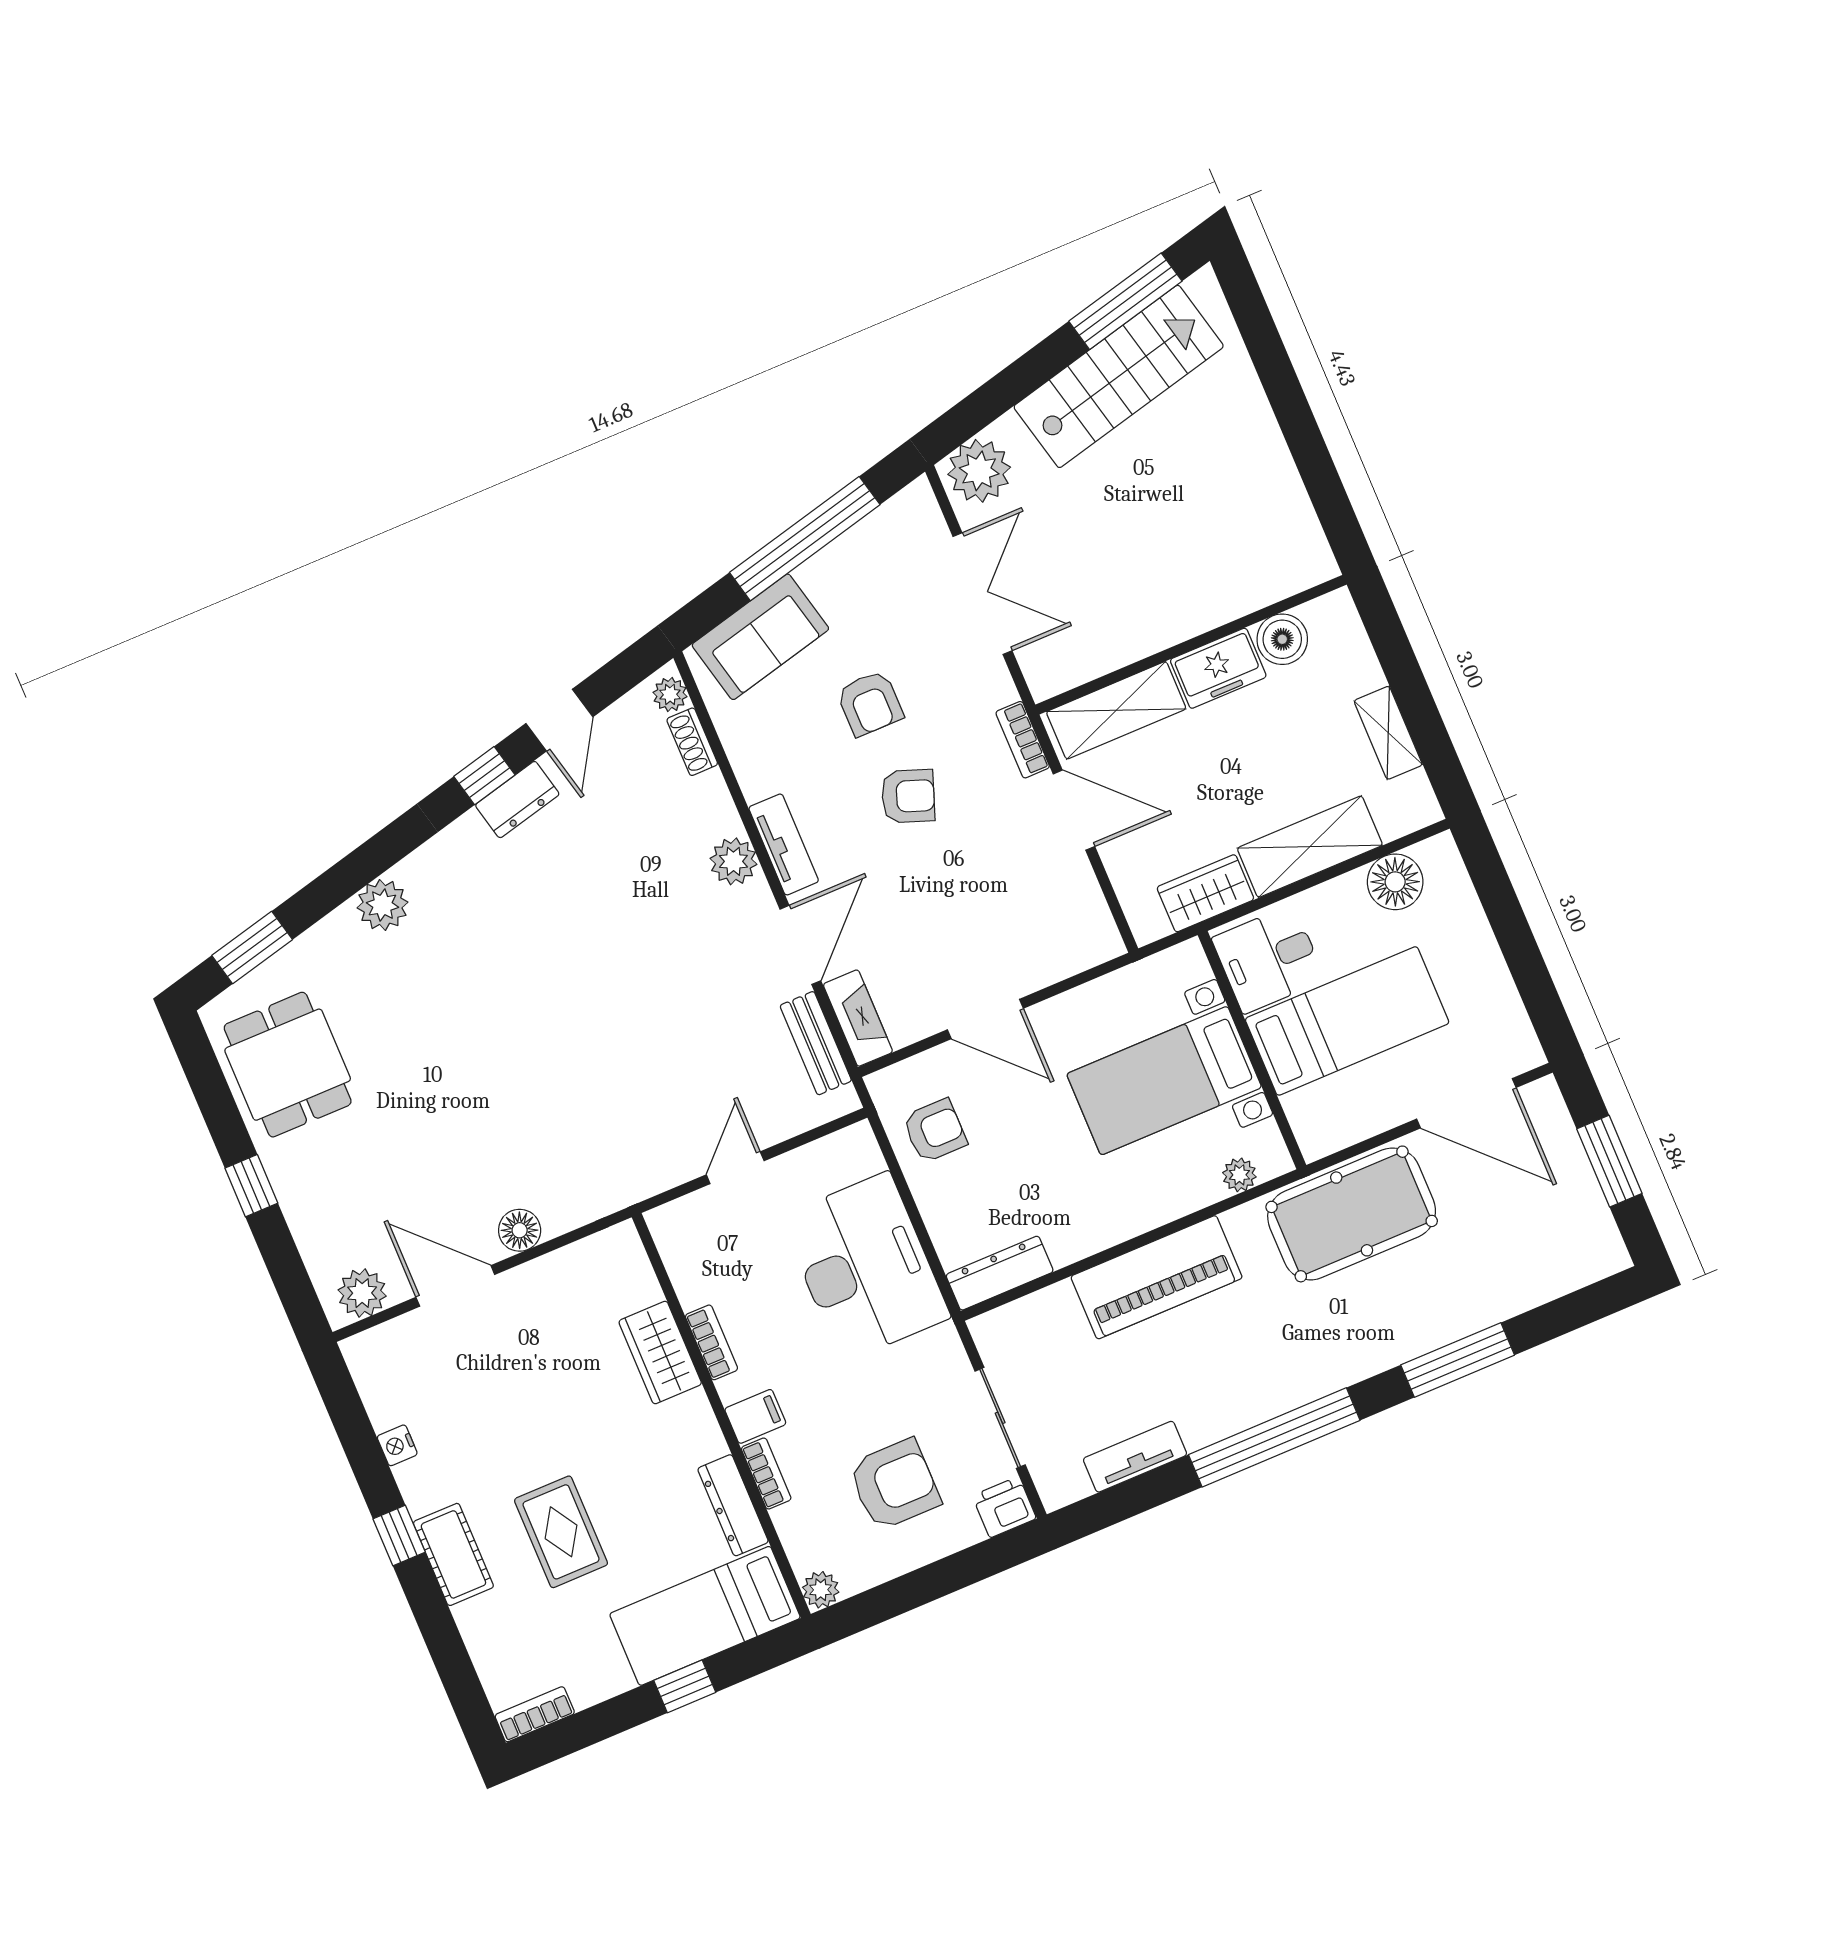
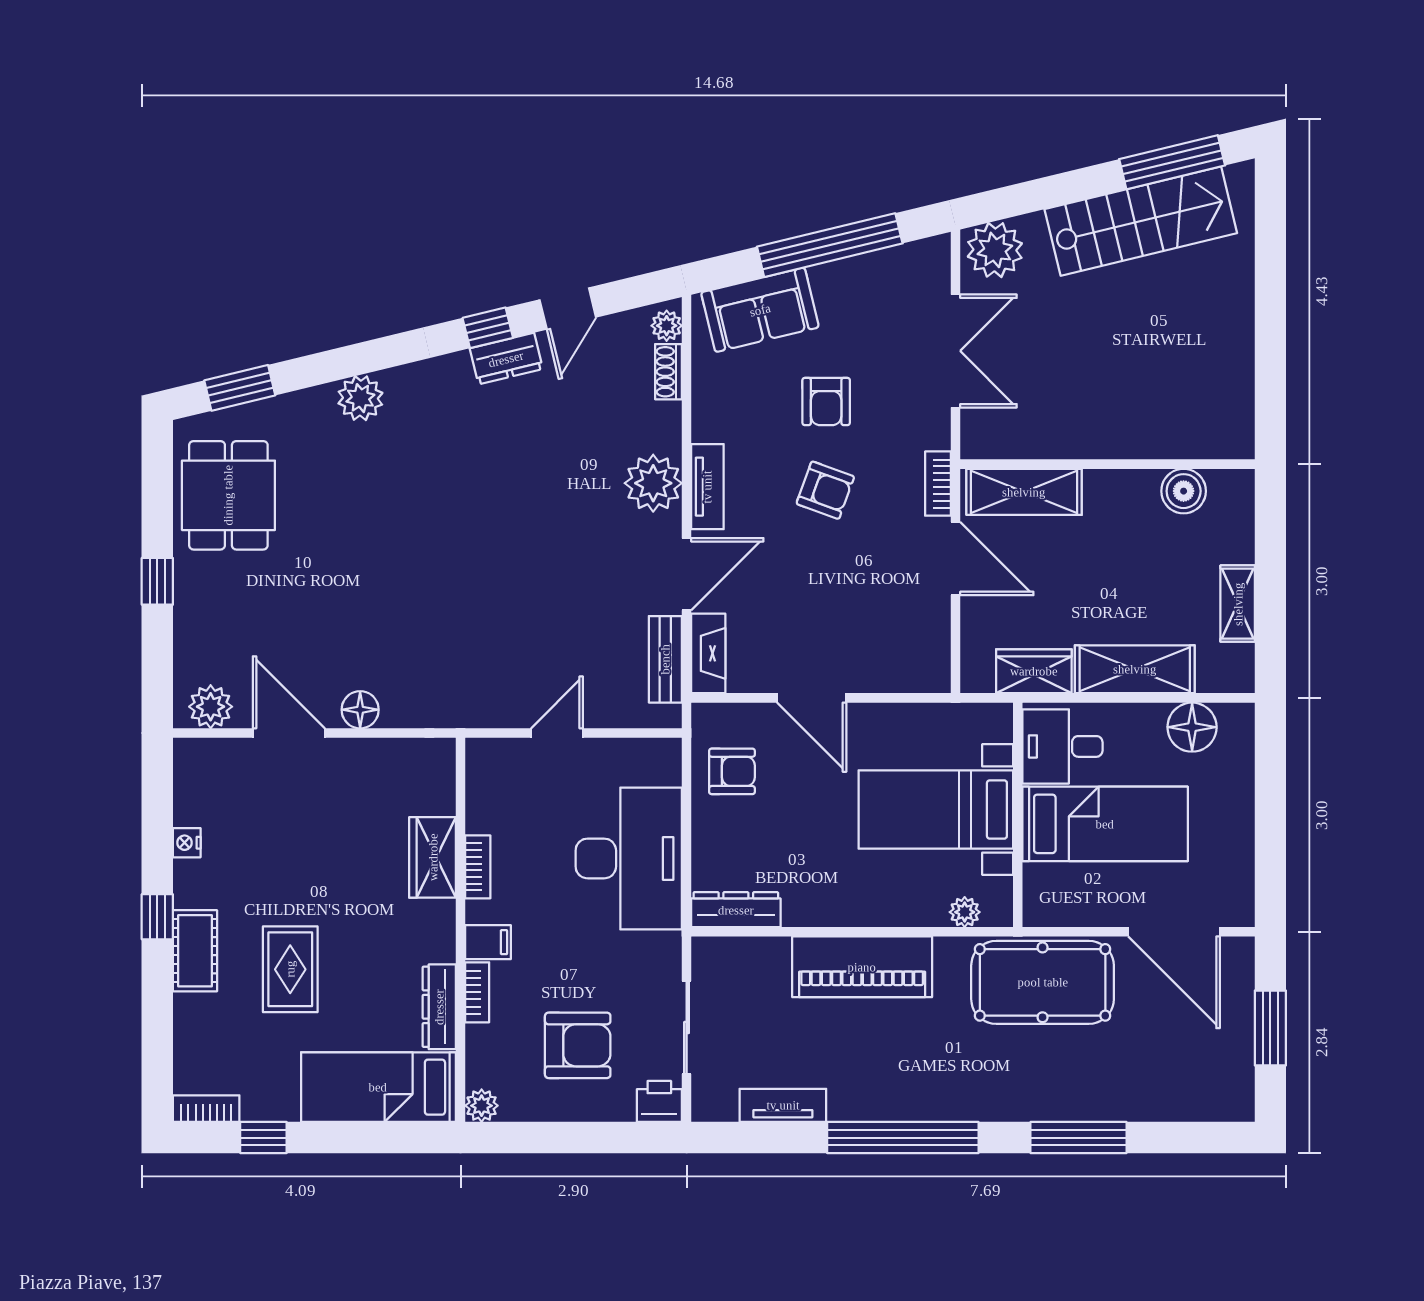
freezer: (1218, 668) -> (1121, 493), removed
plant: (733, 861) -> (653, 483), width x1.36, depth x1.36
window: (685, 1686) -> (263, 1138), moved

